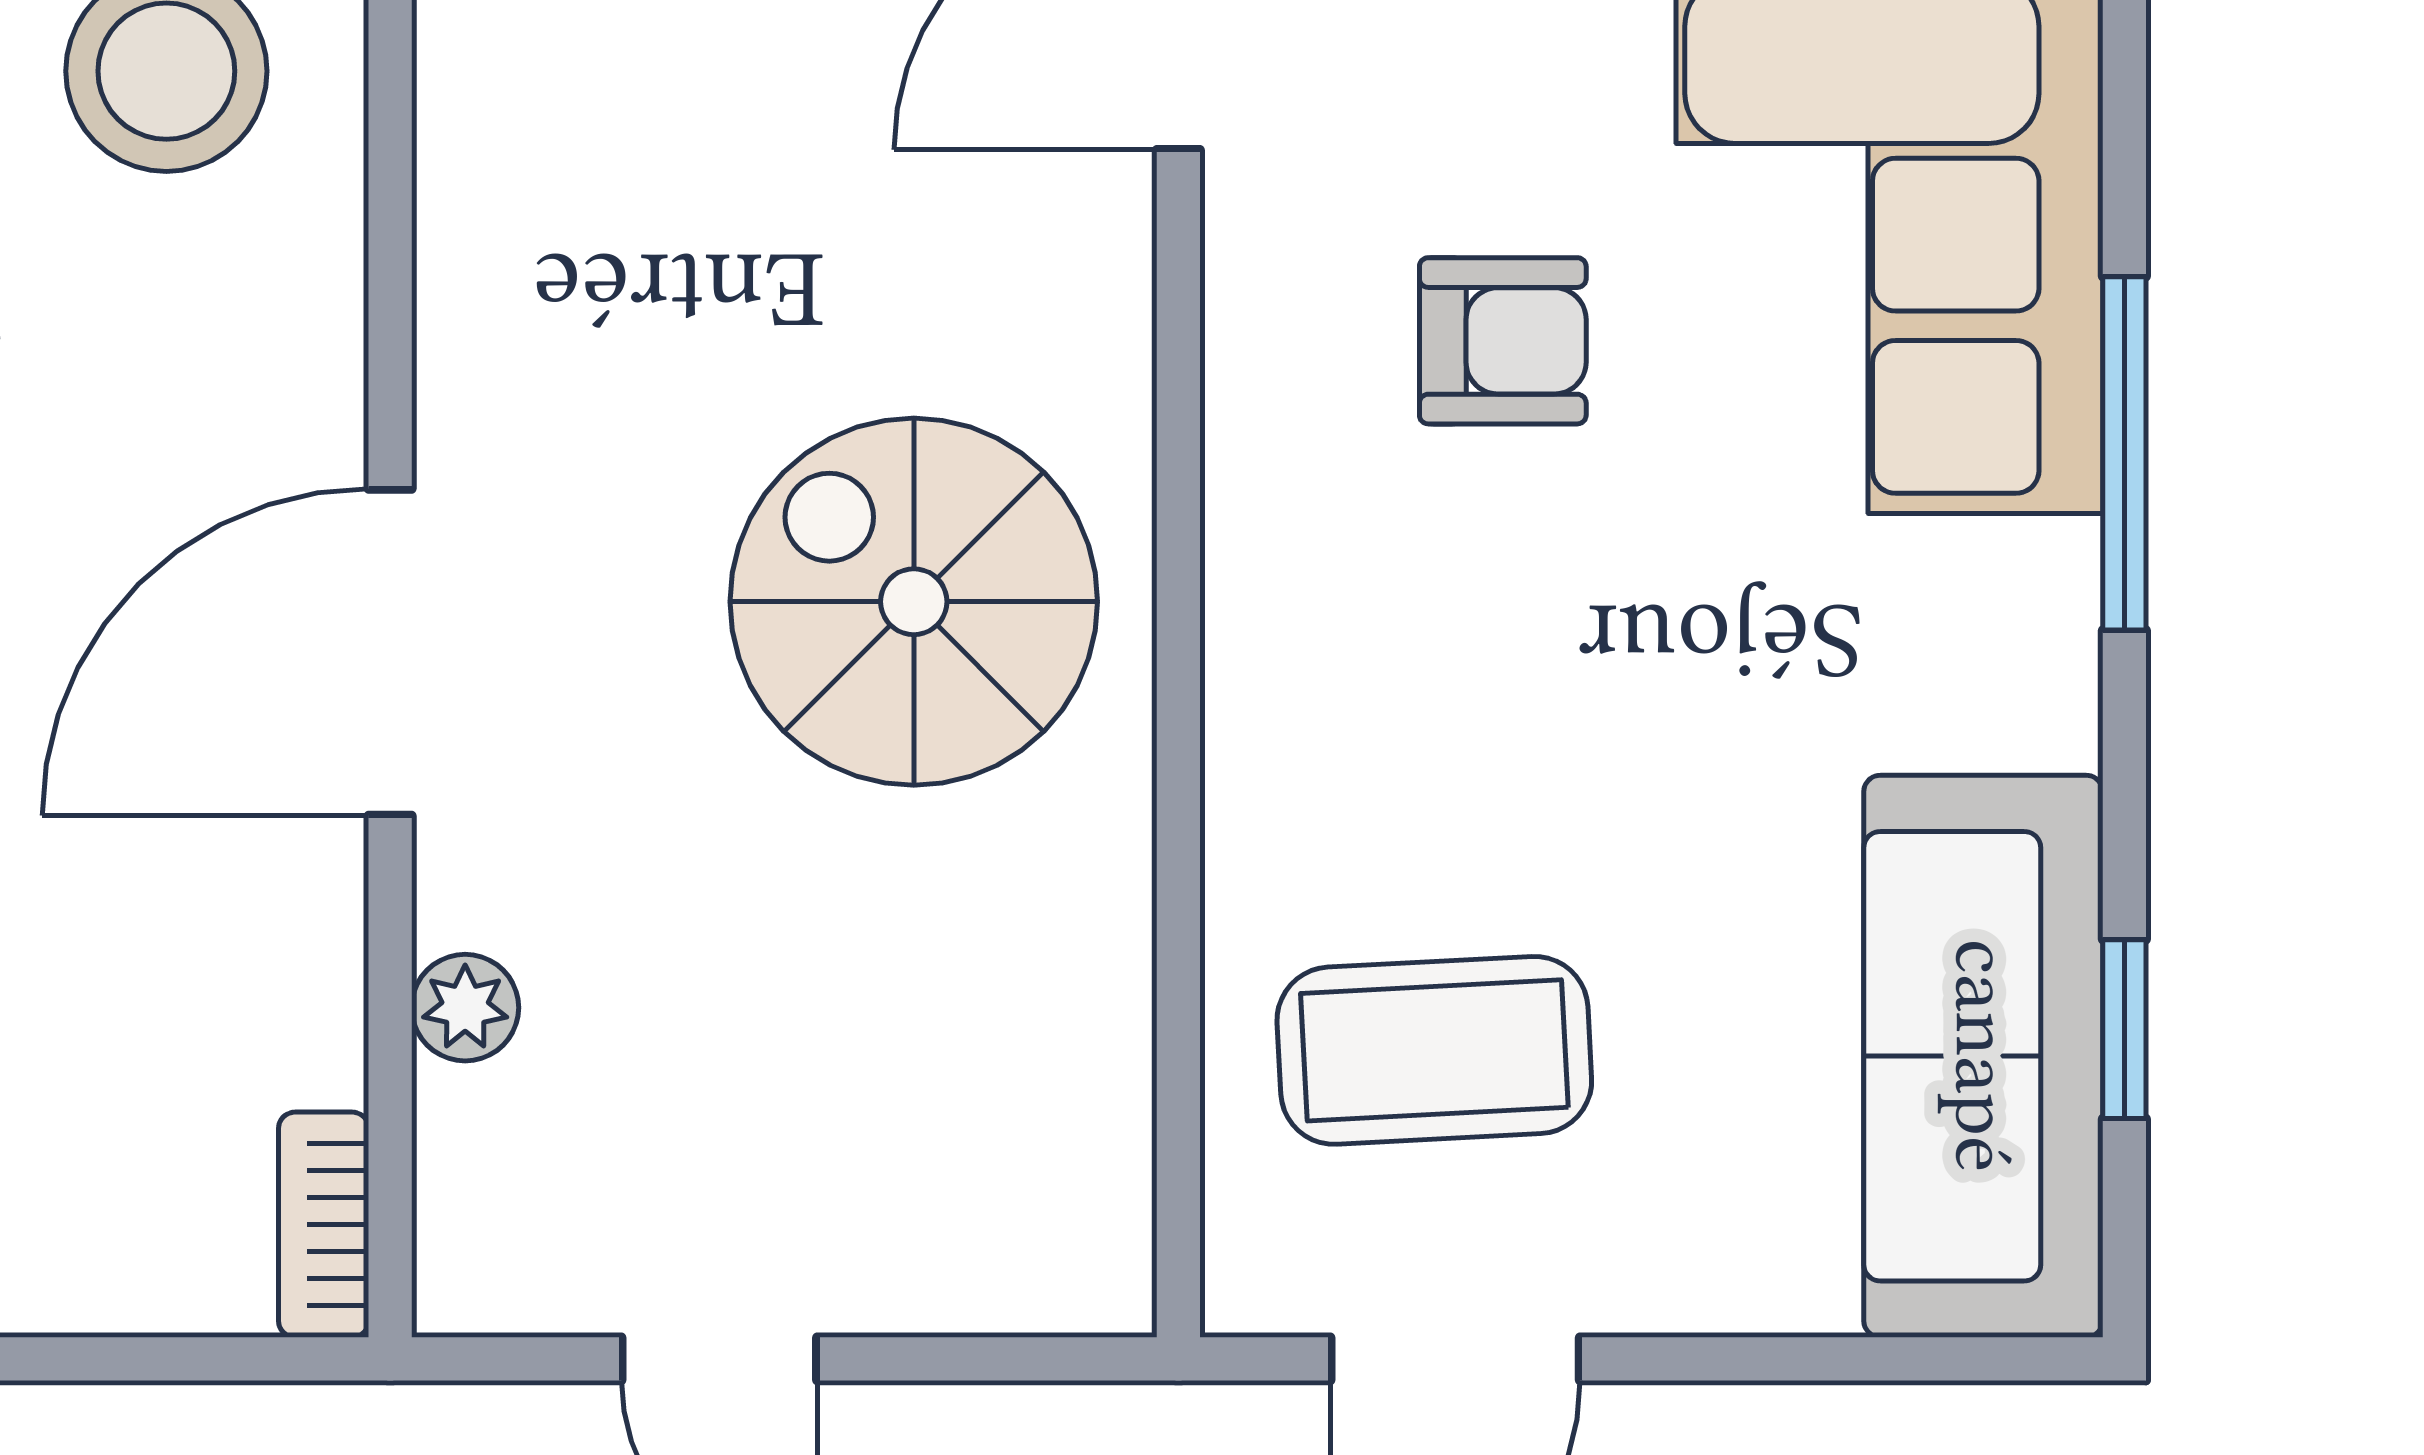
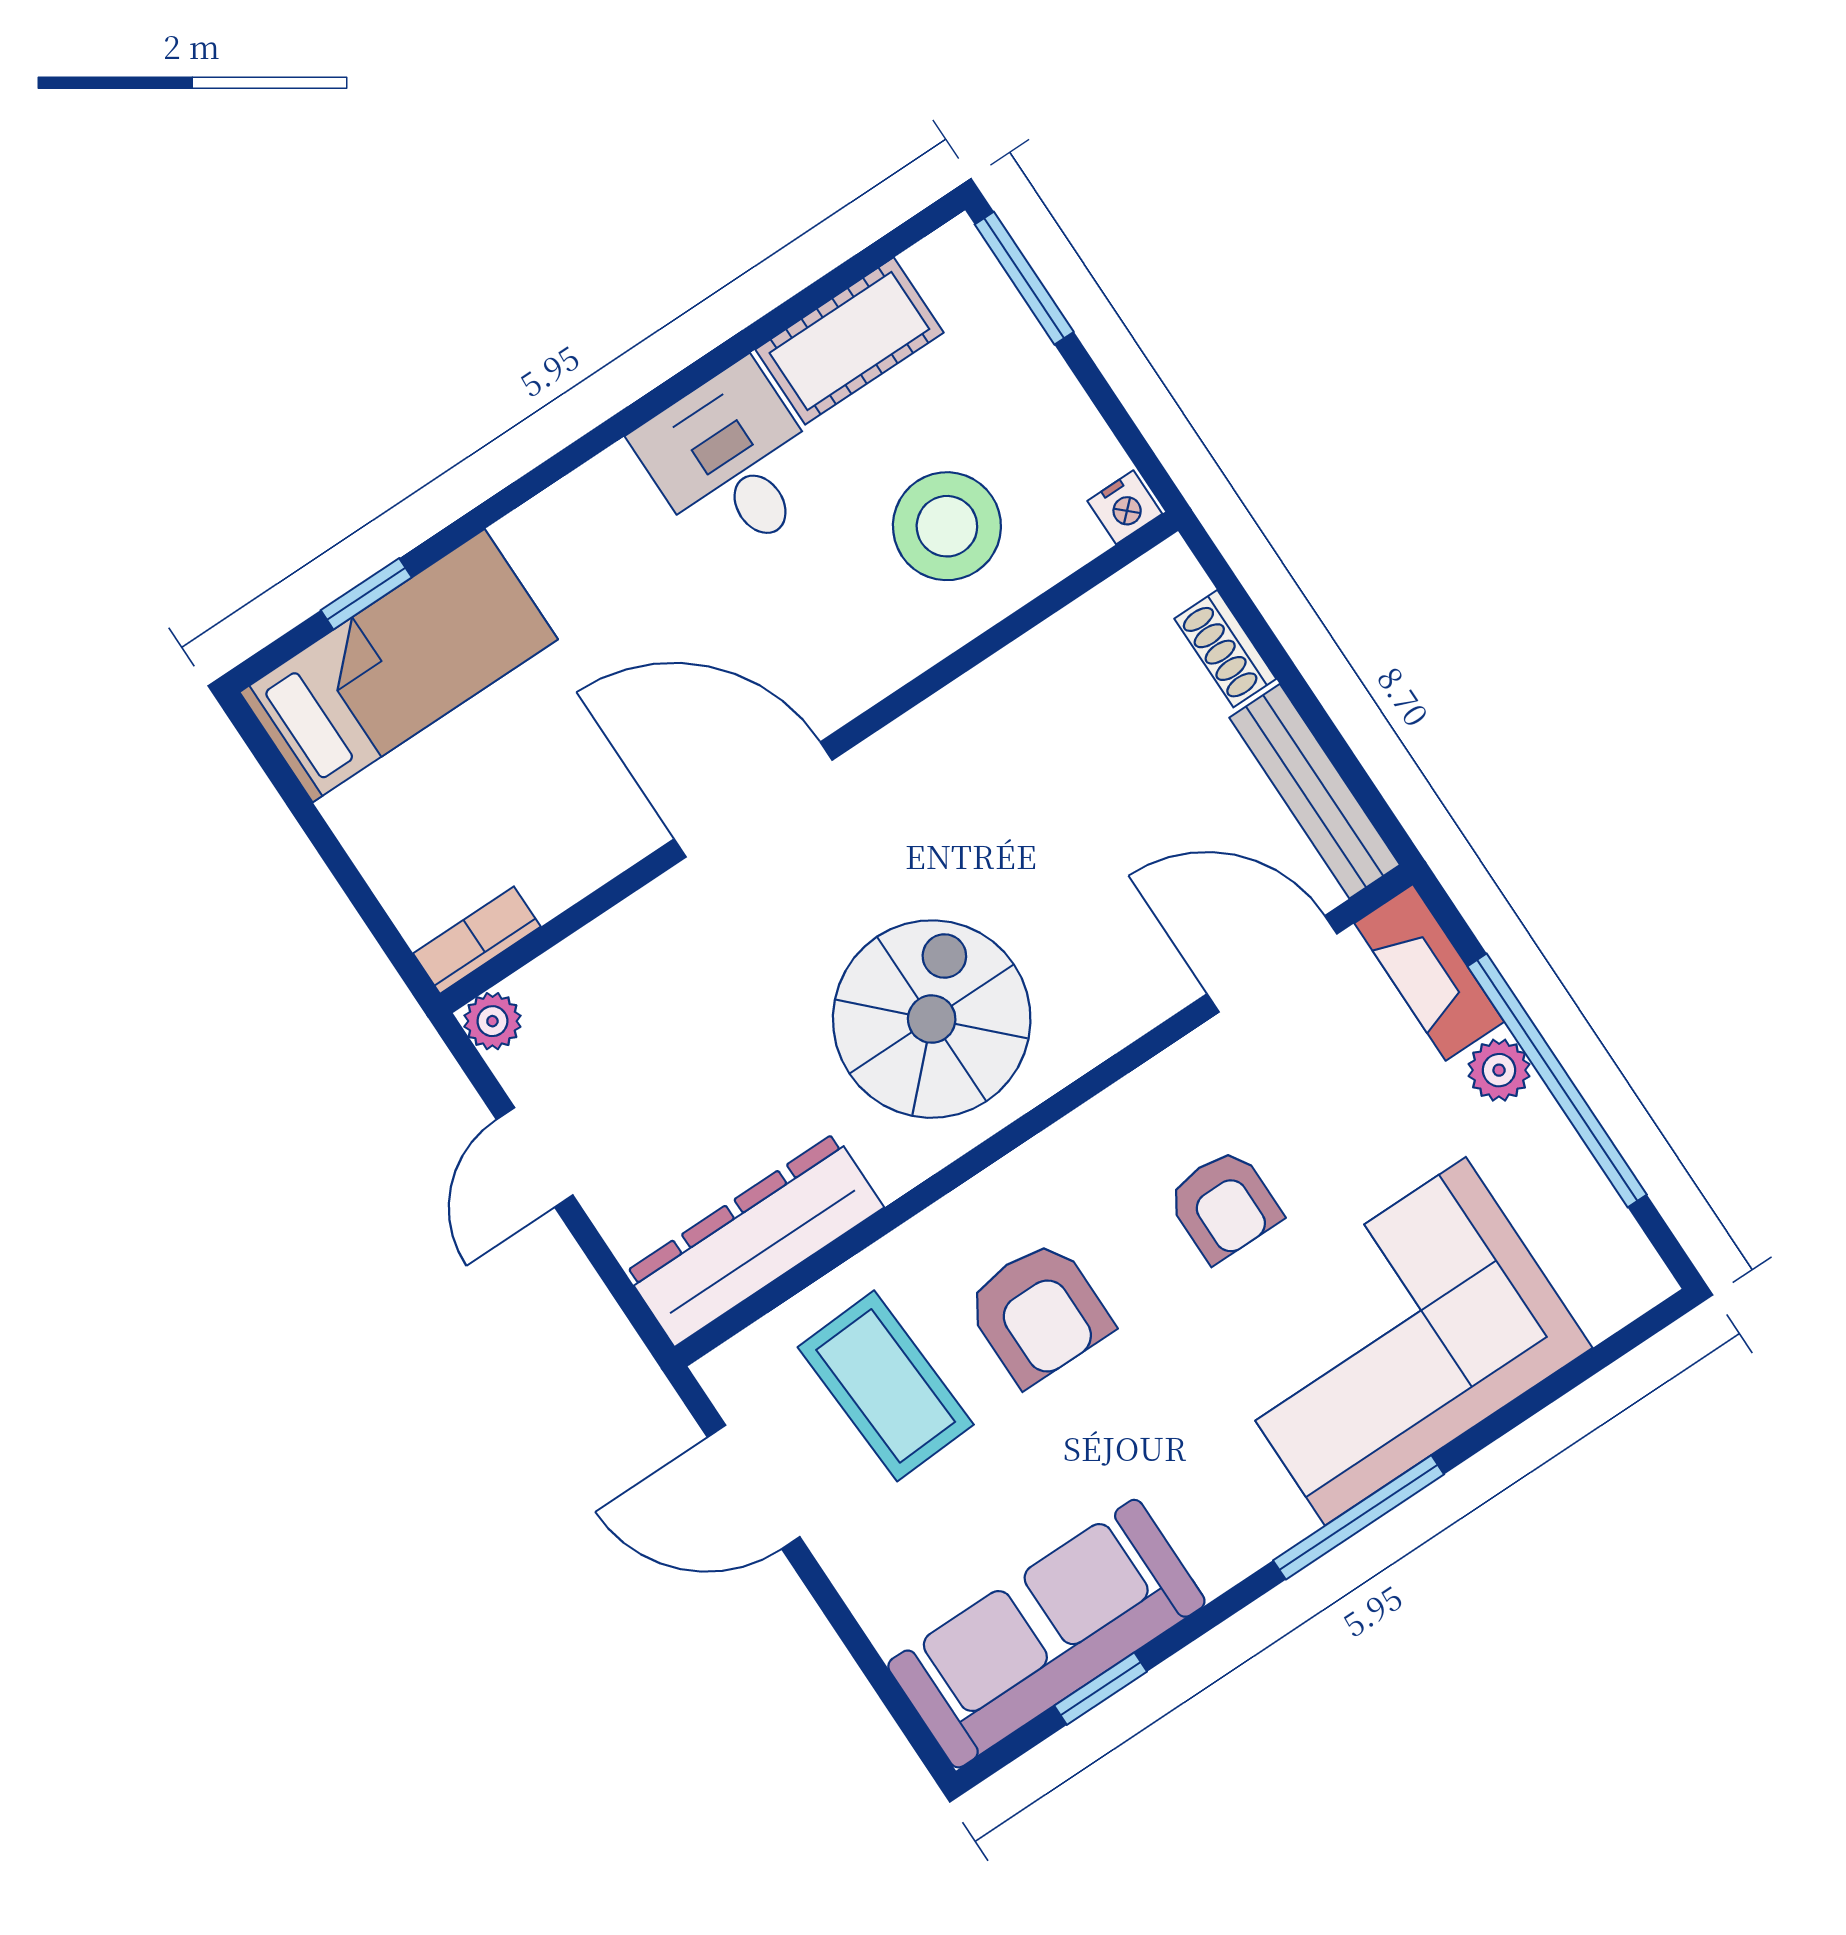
armchair: (1478, 738) -> (1038, 1313), added
plant: (465, 1008) -> (492, 1021), moved
dresser: (1073, 1103) -> (755, 1240), added

